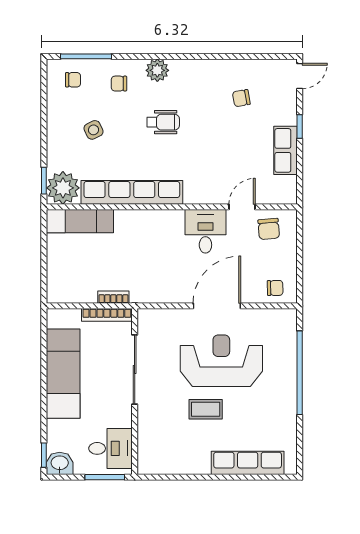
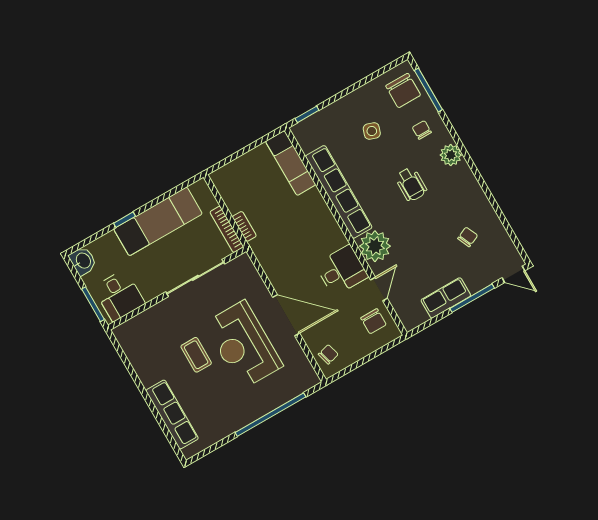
chair: (73, 80) -> (403, 91), width x1.87, depth x1.87
chair: (241, 98) -> (468, 237), turned 76
window: (300, 126) -> (472, 298), width x2.17
side table: (94, 130) -> (372, 131), turned 45
plant: (63, 188) -> (375, 246), moved
door: (242, 207) -> (379, 289), hinge flipped
chair: (269, 229) -> (373, 321), turned -85
chair: (275, 288) -> (328, 354), turned -104
reception desk: (221, 361) -> (243, 345), turned 180
window: (44, 455) -> (125, 220), moved

